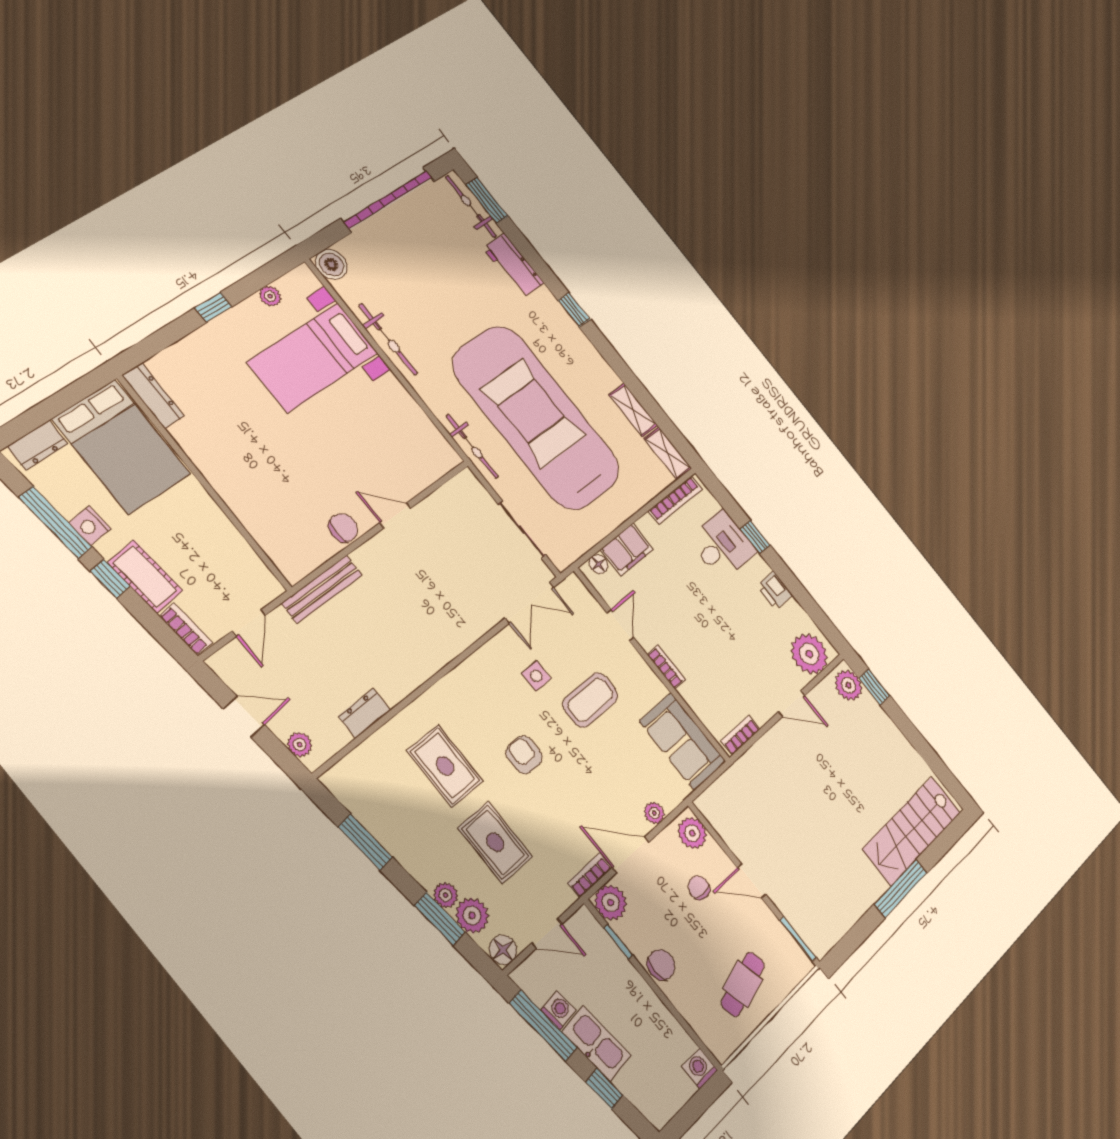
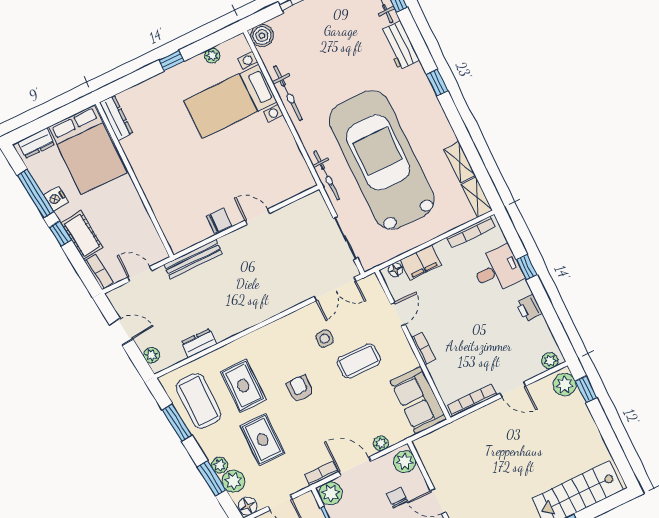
door: (249, 623) -> (140, 274), swing flipped
plant: (809, 654) -> (550, 361), width x0.53, depth x0.53
bookcase: (740, 735) -> (472, 400), width x1.56
coffee table: (388, 802) -> (199, 401), added

